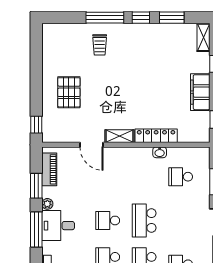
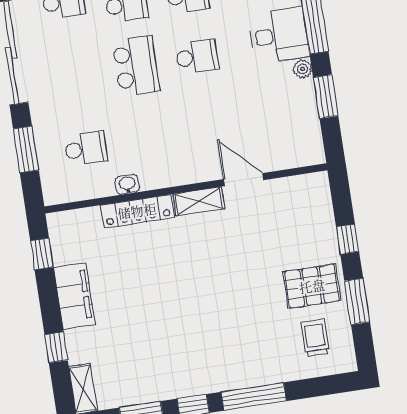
trolley: (100, 45) -> (315, 338), moved
window: (36, 64) -> (357, 301), added
pallet: (69, 92) -> (312, 286), moved, turned 90
window: (36, 125) -> (348, 239), moved
piano: (49, 169) -> (308, 127), removed

